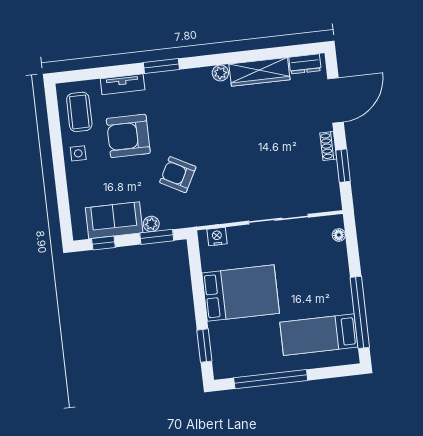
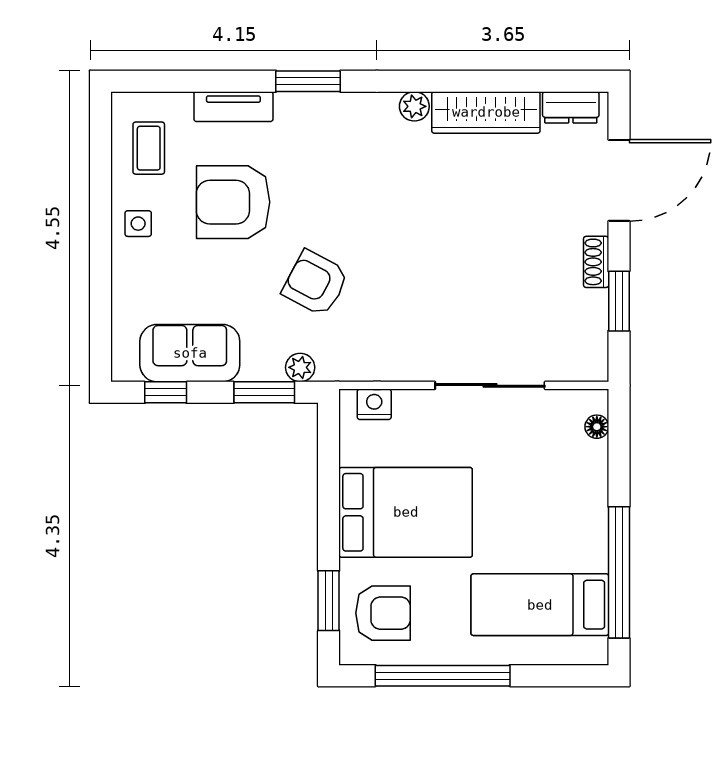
coffee table: (79, 112) -> (149, 148), width x0.73, depth x0.77
plant: (151, 224) -> (300, 367), moved
armchair: (235, 349) -> (383, 613), added

